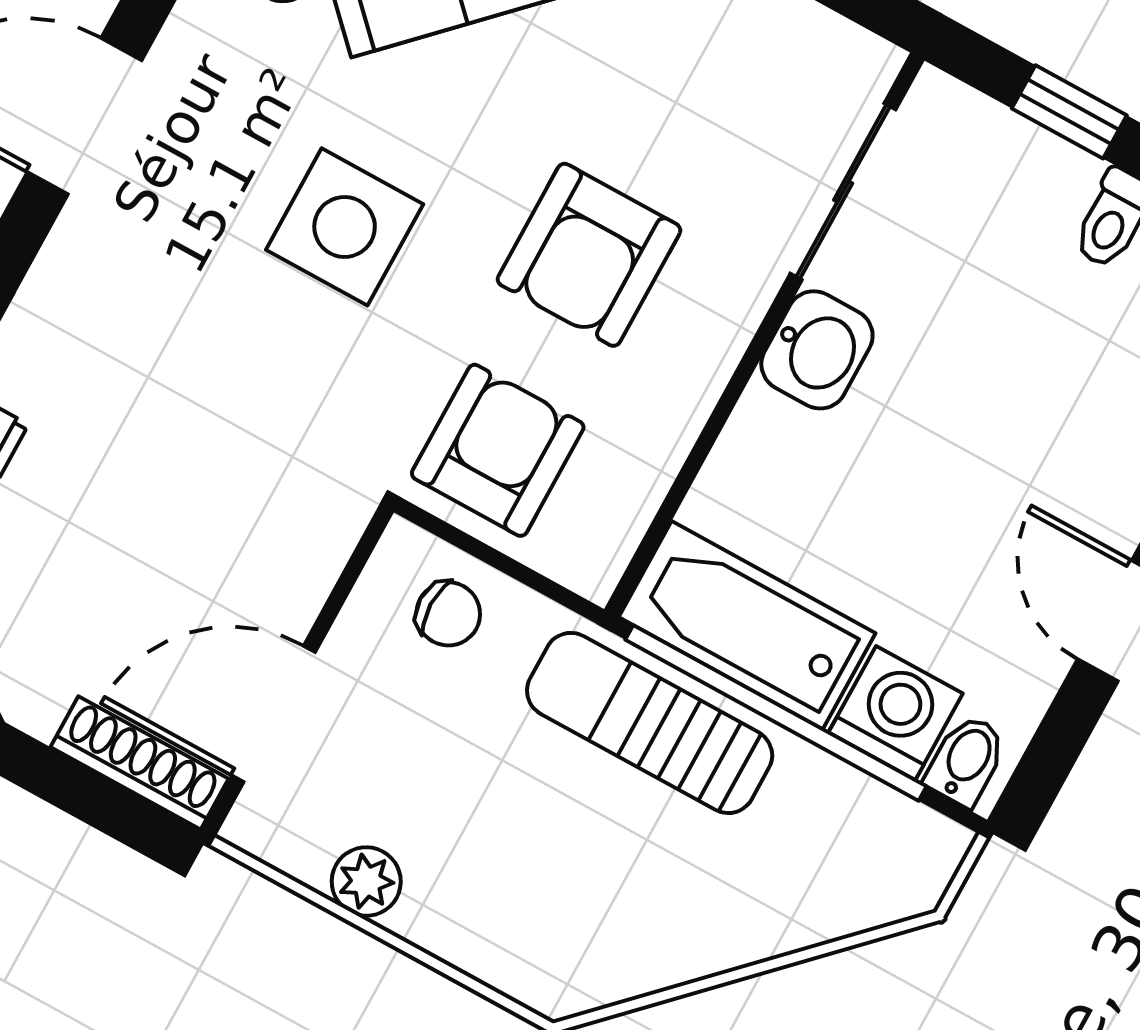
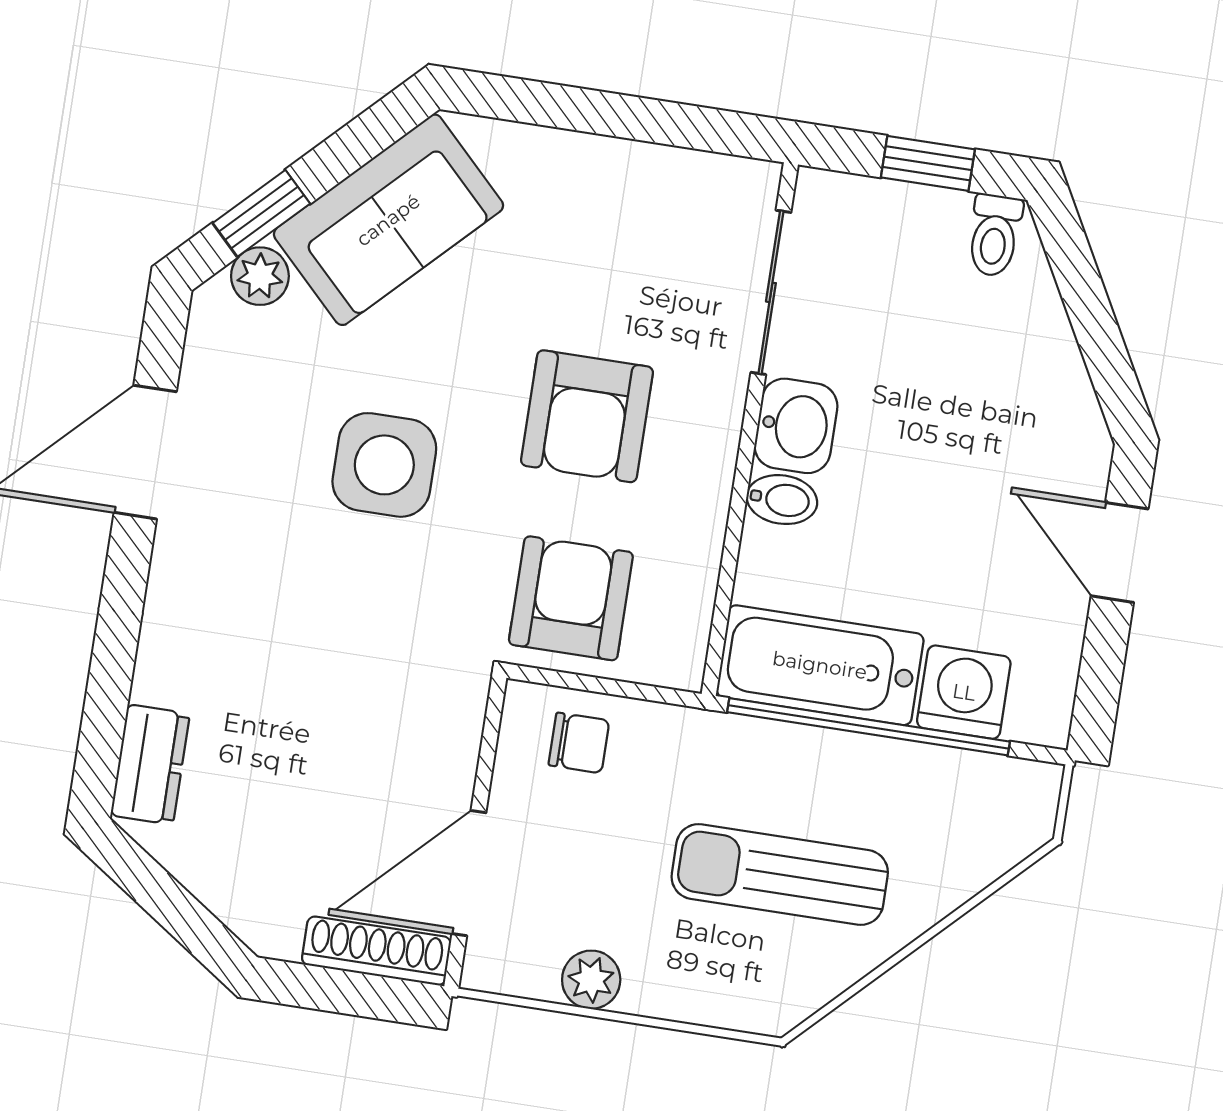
sun lounger: (650, 723) -> (780, 874), moved
bidet: (966, 760) -> (782, 500), moved, turned 90

